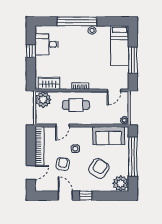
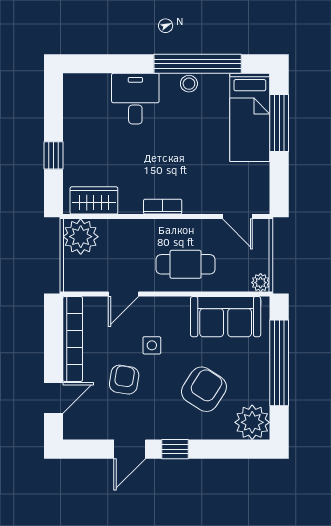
window: (77, 21) -> (198, 64), moved
desk: (47, 44) -> (135, 99), moved, turned 90
window: (31, 51) -> (54, 155), moved
window: (133, 60) -> (279, 123), moved
door: (114, 90) -> (238, 217), hinge flipped
cafe table: (76, 105) -> (185, 264), moved
door: (65, 196) -> (130, 449), swing flipped

